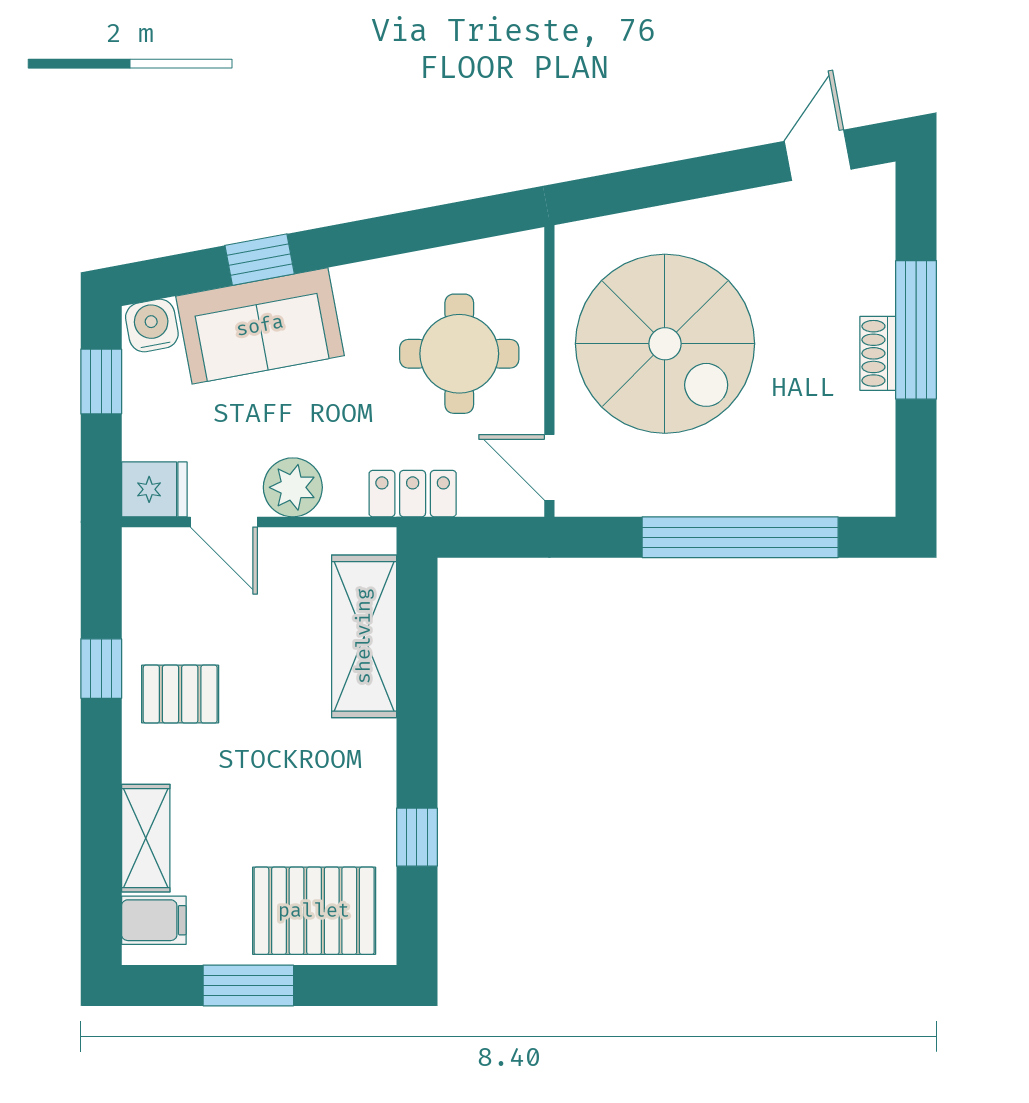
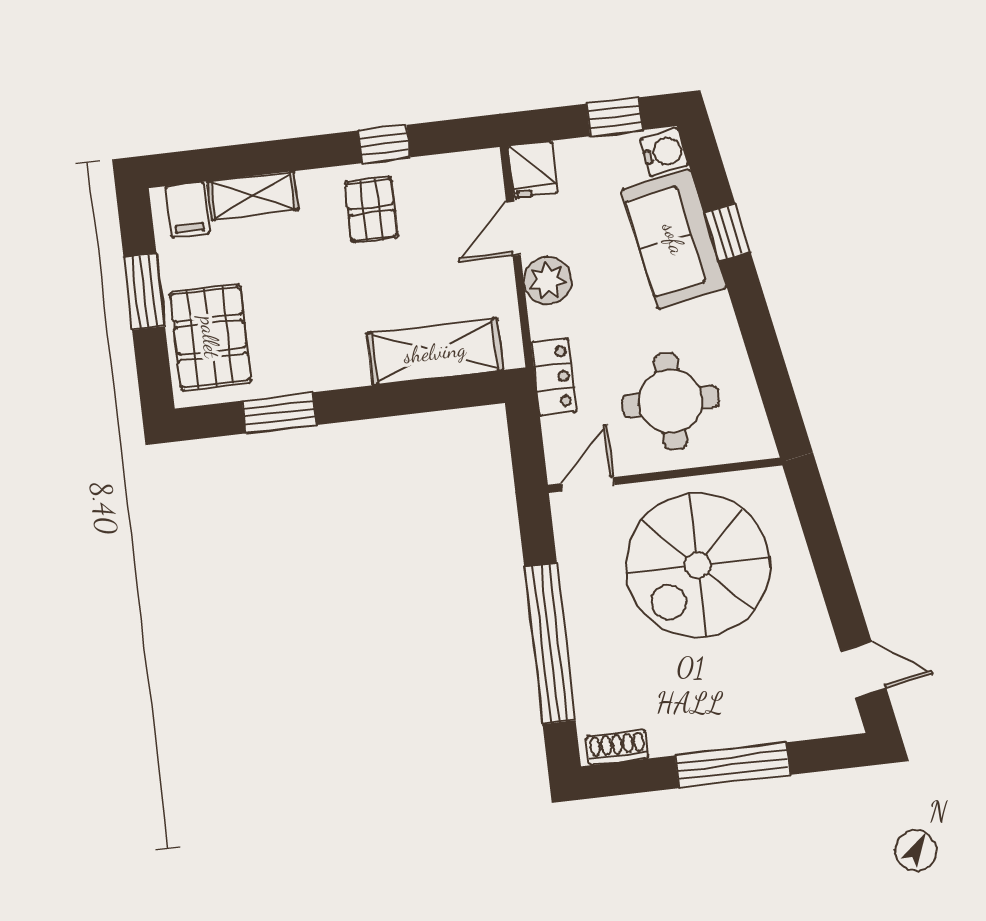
shoe rack: (878, 353) -> (617, 748), moved
window: (417, 837) -> (279, 413), width x1.50

